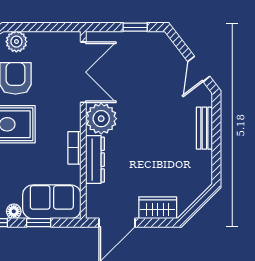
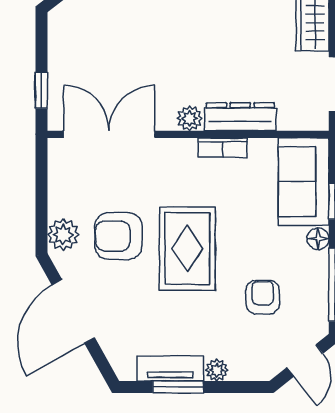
window: (135, 27) -> (41, 90), moved
plant: (101, 119) -> (190, 118), width x0.53, depth x0.53

